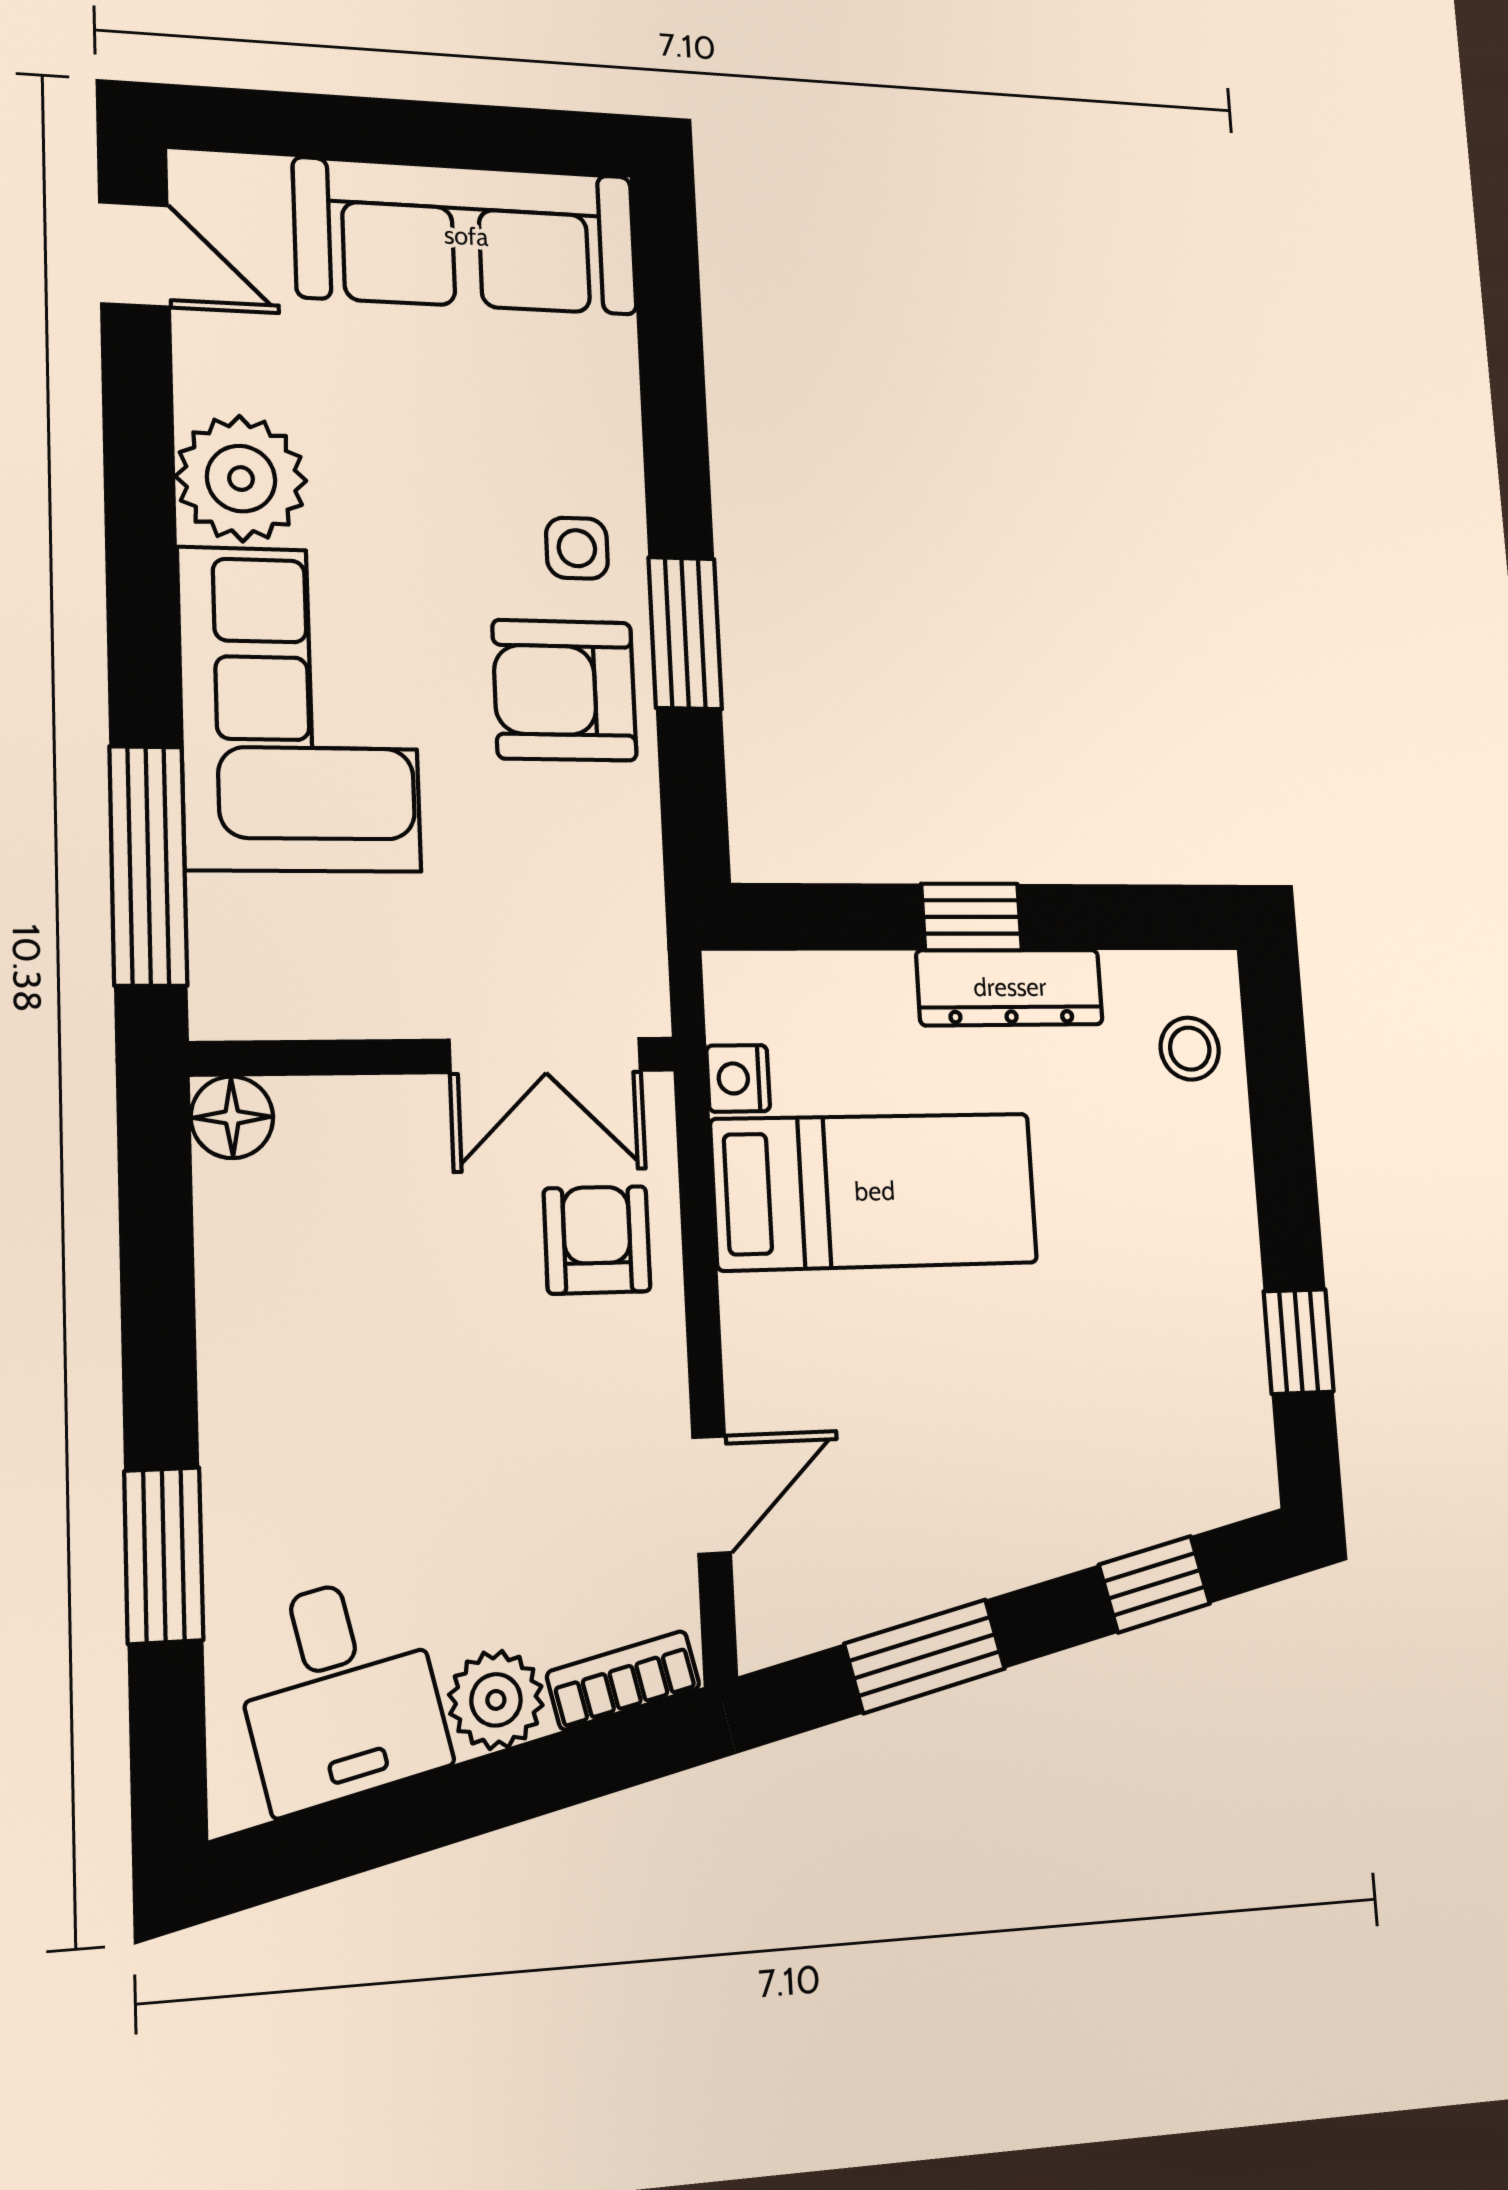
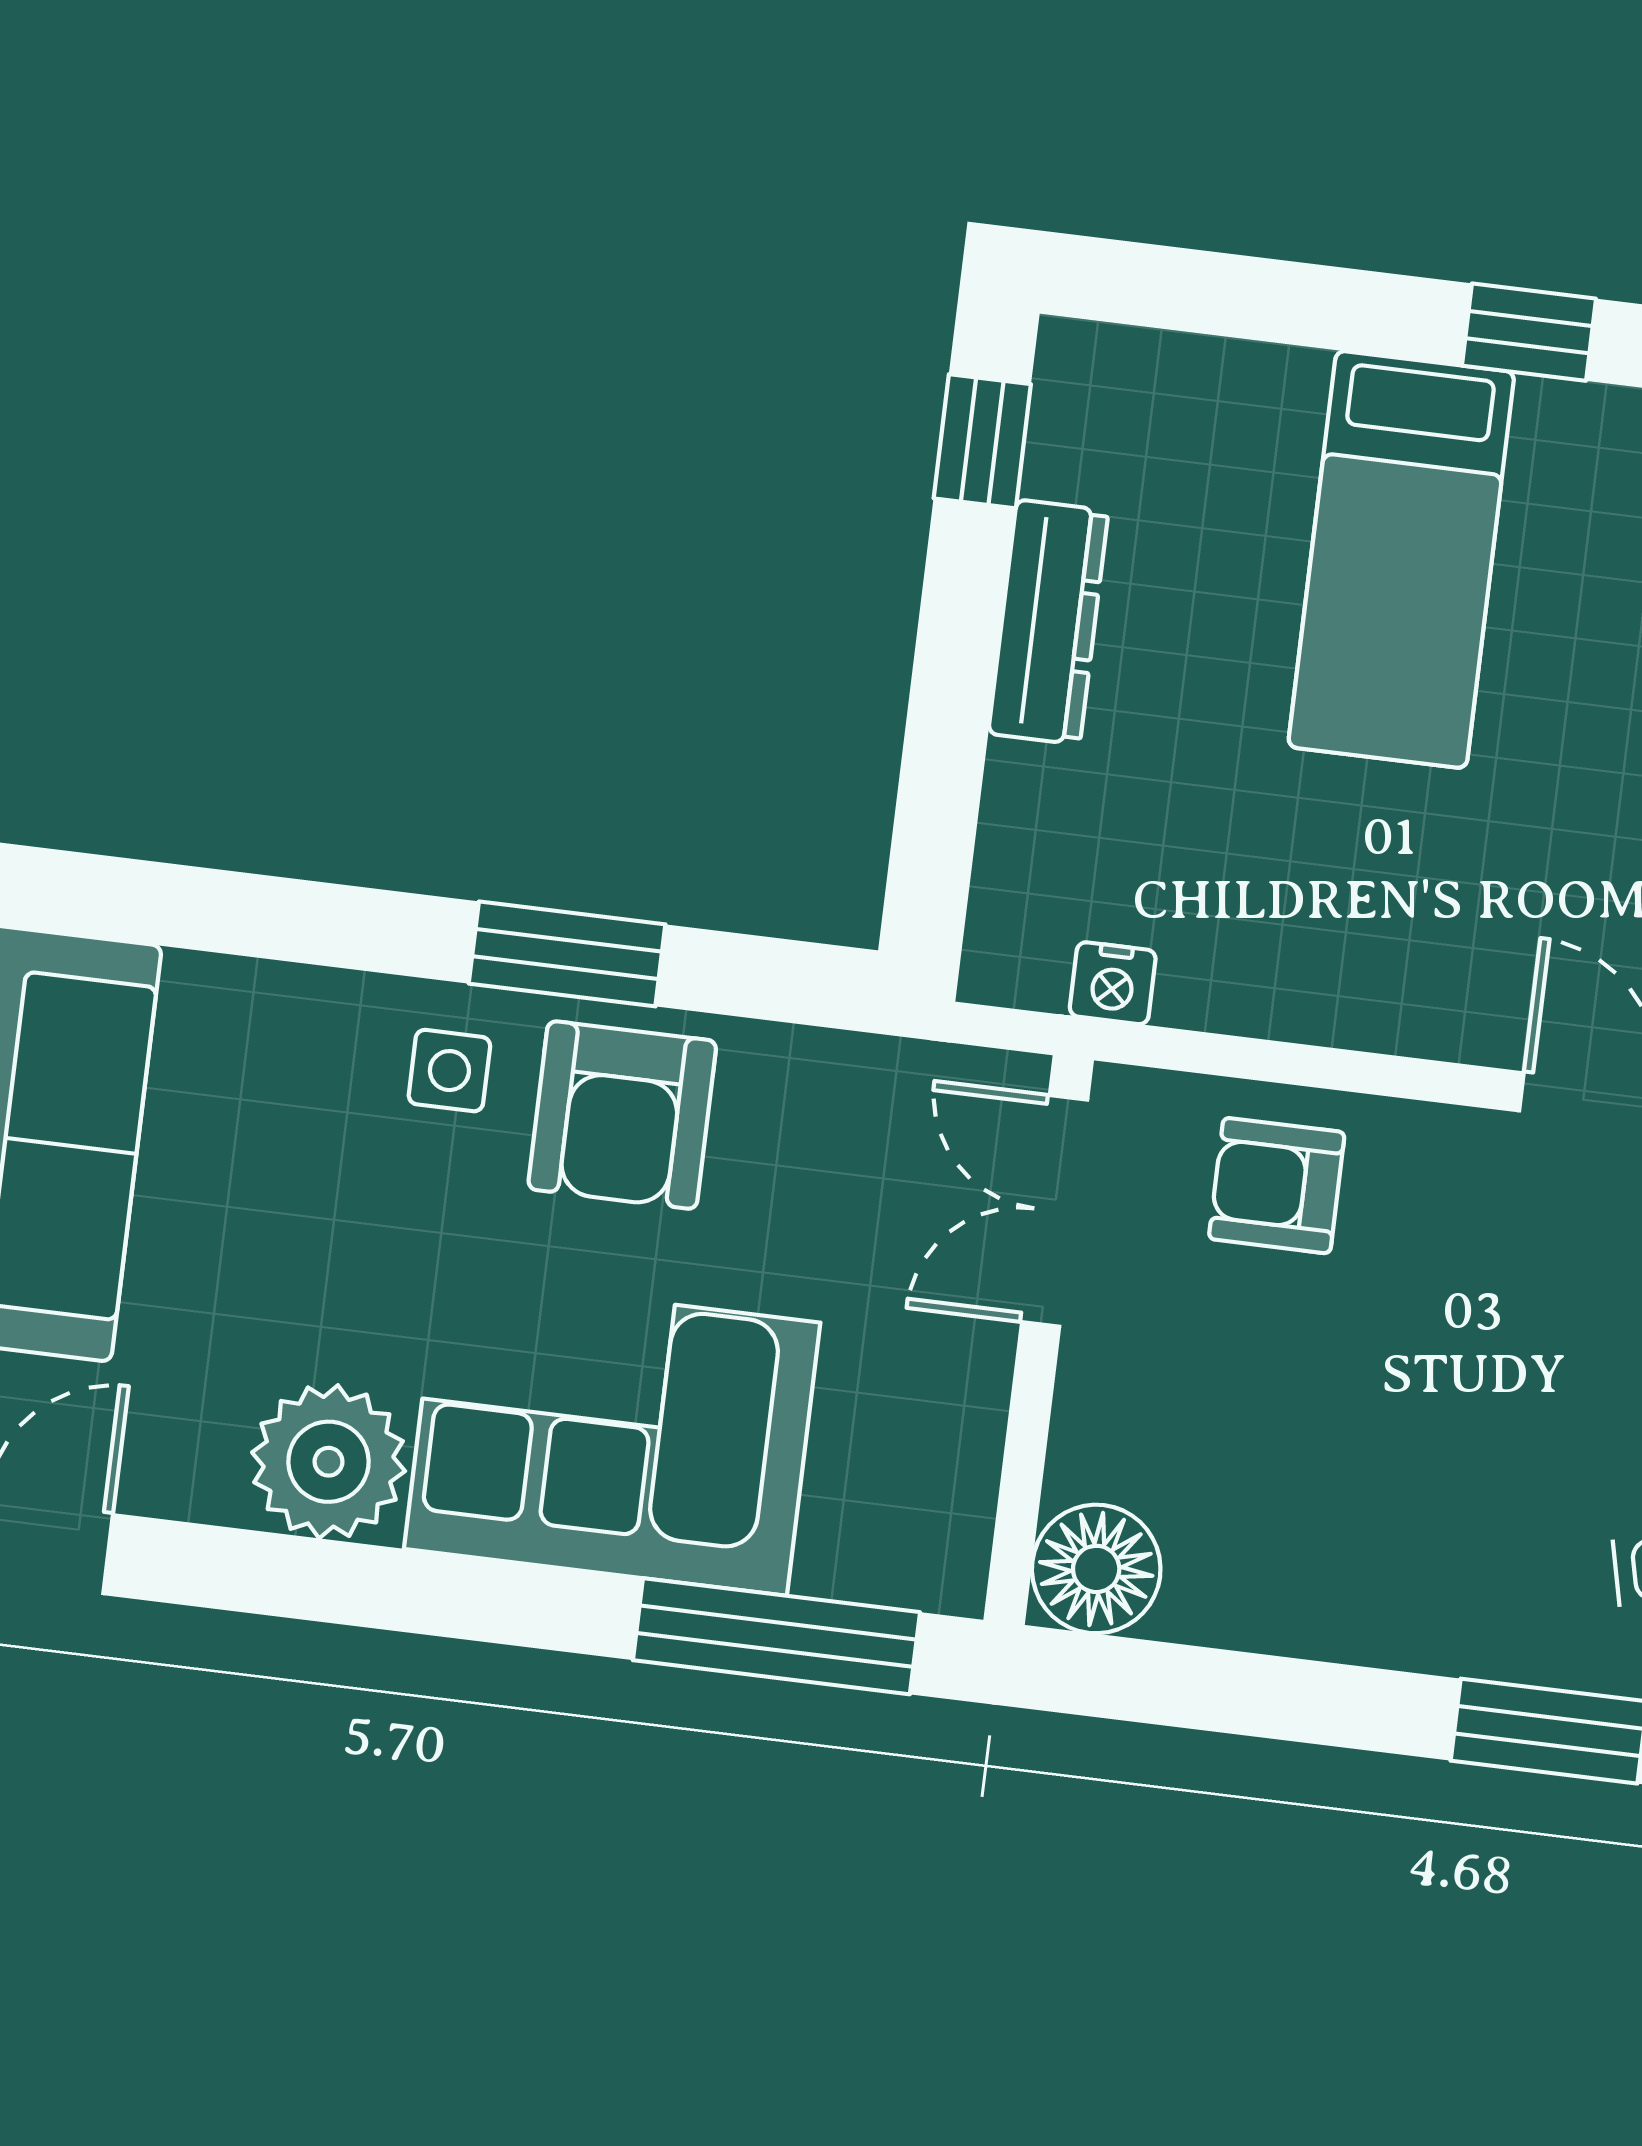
window: (972, 917) -> (982, 441), moved
stool: (1190, 1049) -> (1154, 402), removed
double door: (545, 1055) -> (1055, 1211), swing flipped
floor lamp: (232, 1117) -> (1096, 1569), width x1.38, depth x1.38
bed: (875, 1191) -> (1401, 559), moved, turned 180

